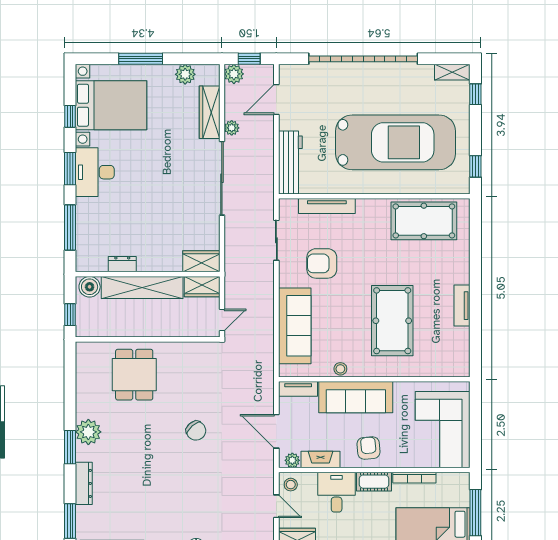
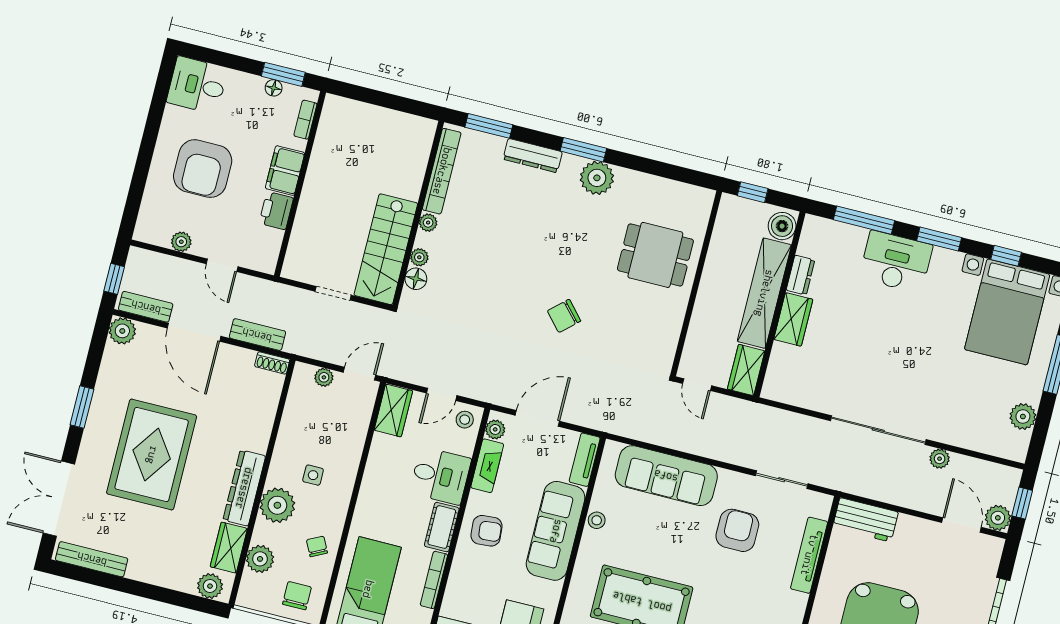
plant: (234, 74) -> (998, 518), moved
wardrobe: (210, 112) -> (967, 435), removed
workbench: (290, 162) -> (865, 520), width x0.73
desk: (95, 172) -> (896, 262), moved
wardrobe: (201, 261) -> (793, 319), moved

